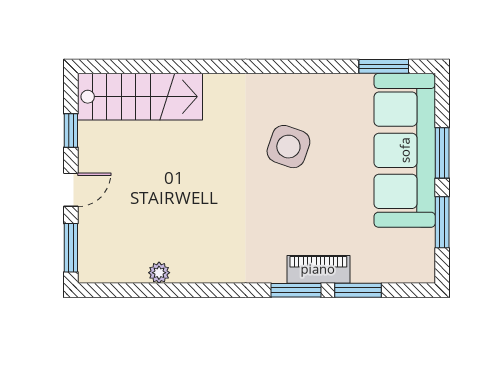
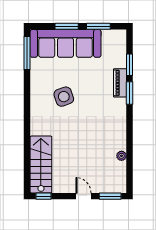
window: (384, 66) -> (27, 53), width x1.44
window: (71, 131) -> (44, 196), moved
side table: (288, 147) -> (64, 97), turned -38

